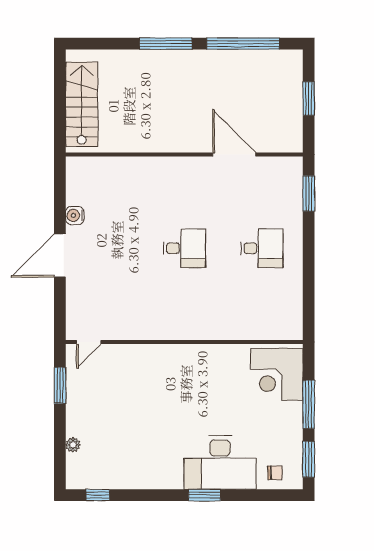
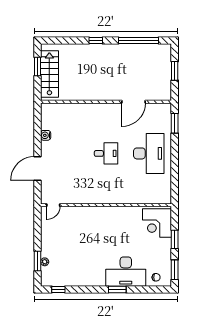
window: (166, 44) -> (96, 41), width x0.46
window: (60, 91) -> (37, 67), added
door: (234, 155) -> (134, 102), swing flipped
desk: (262, 248) -> (149, 153), width x1.87, depth x1.30
door: (60, 255) -> (37, 168), moved
window: (60, 385) -> (37, 261), moved
window: (309, 404) -> (175, 239), width x0.69

